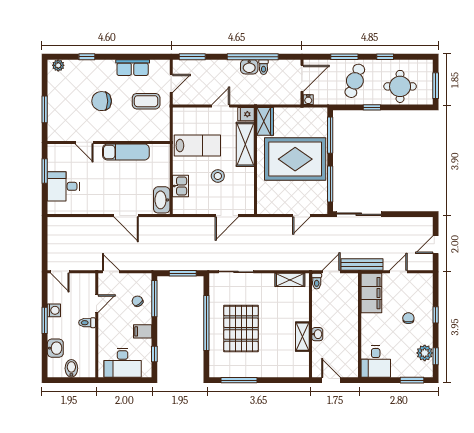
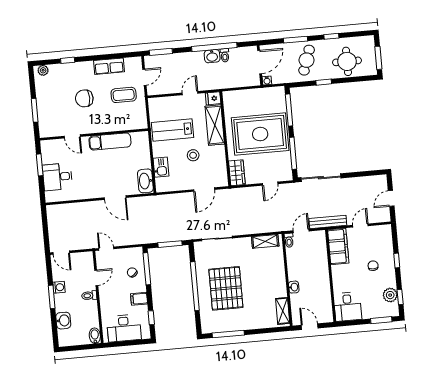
wardrobe: (265, 121) -> (237, 173), moved
lab bench: (197, 146) -> (173, 130), turned 180
shelving: (302, 337) -> (283, 311), moved
bidet: (71, 368) -> (95, 336), moved

